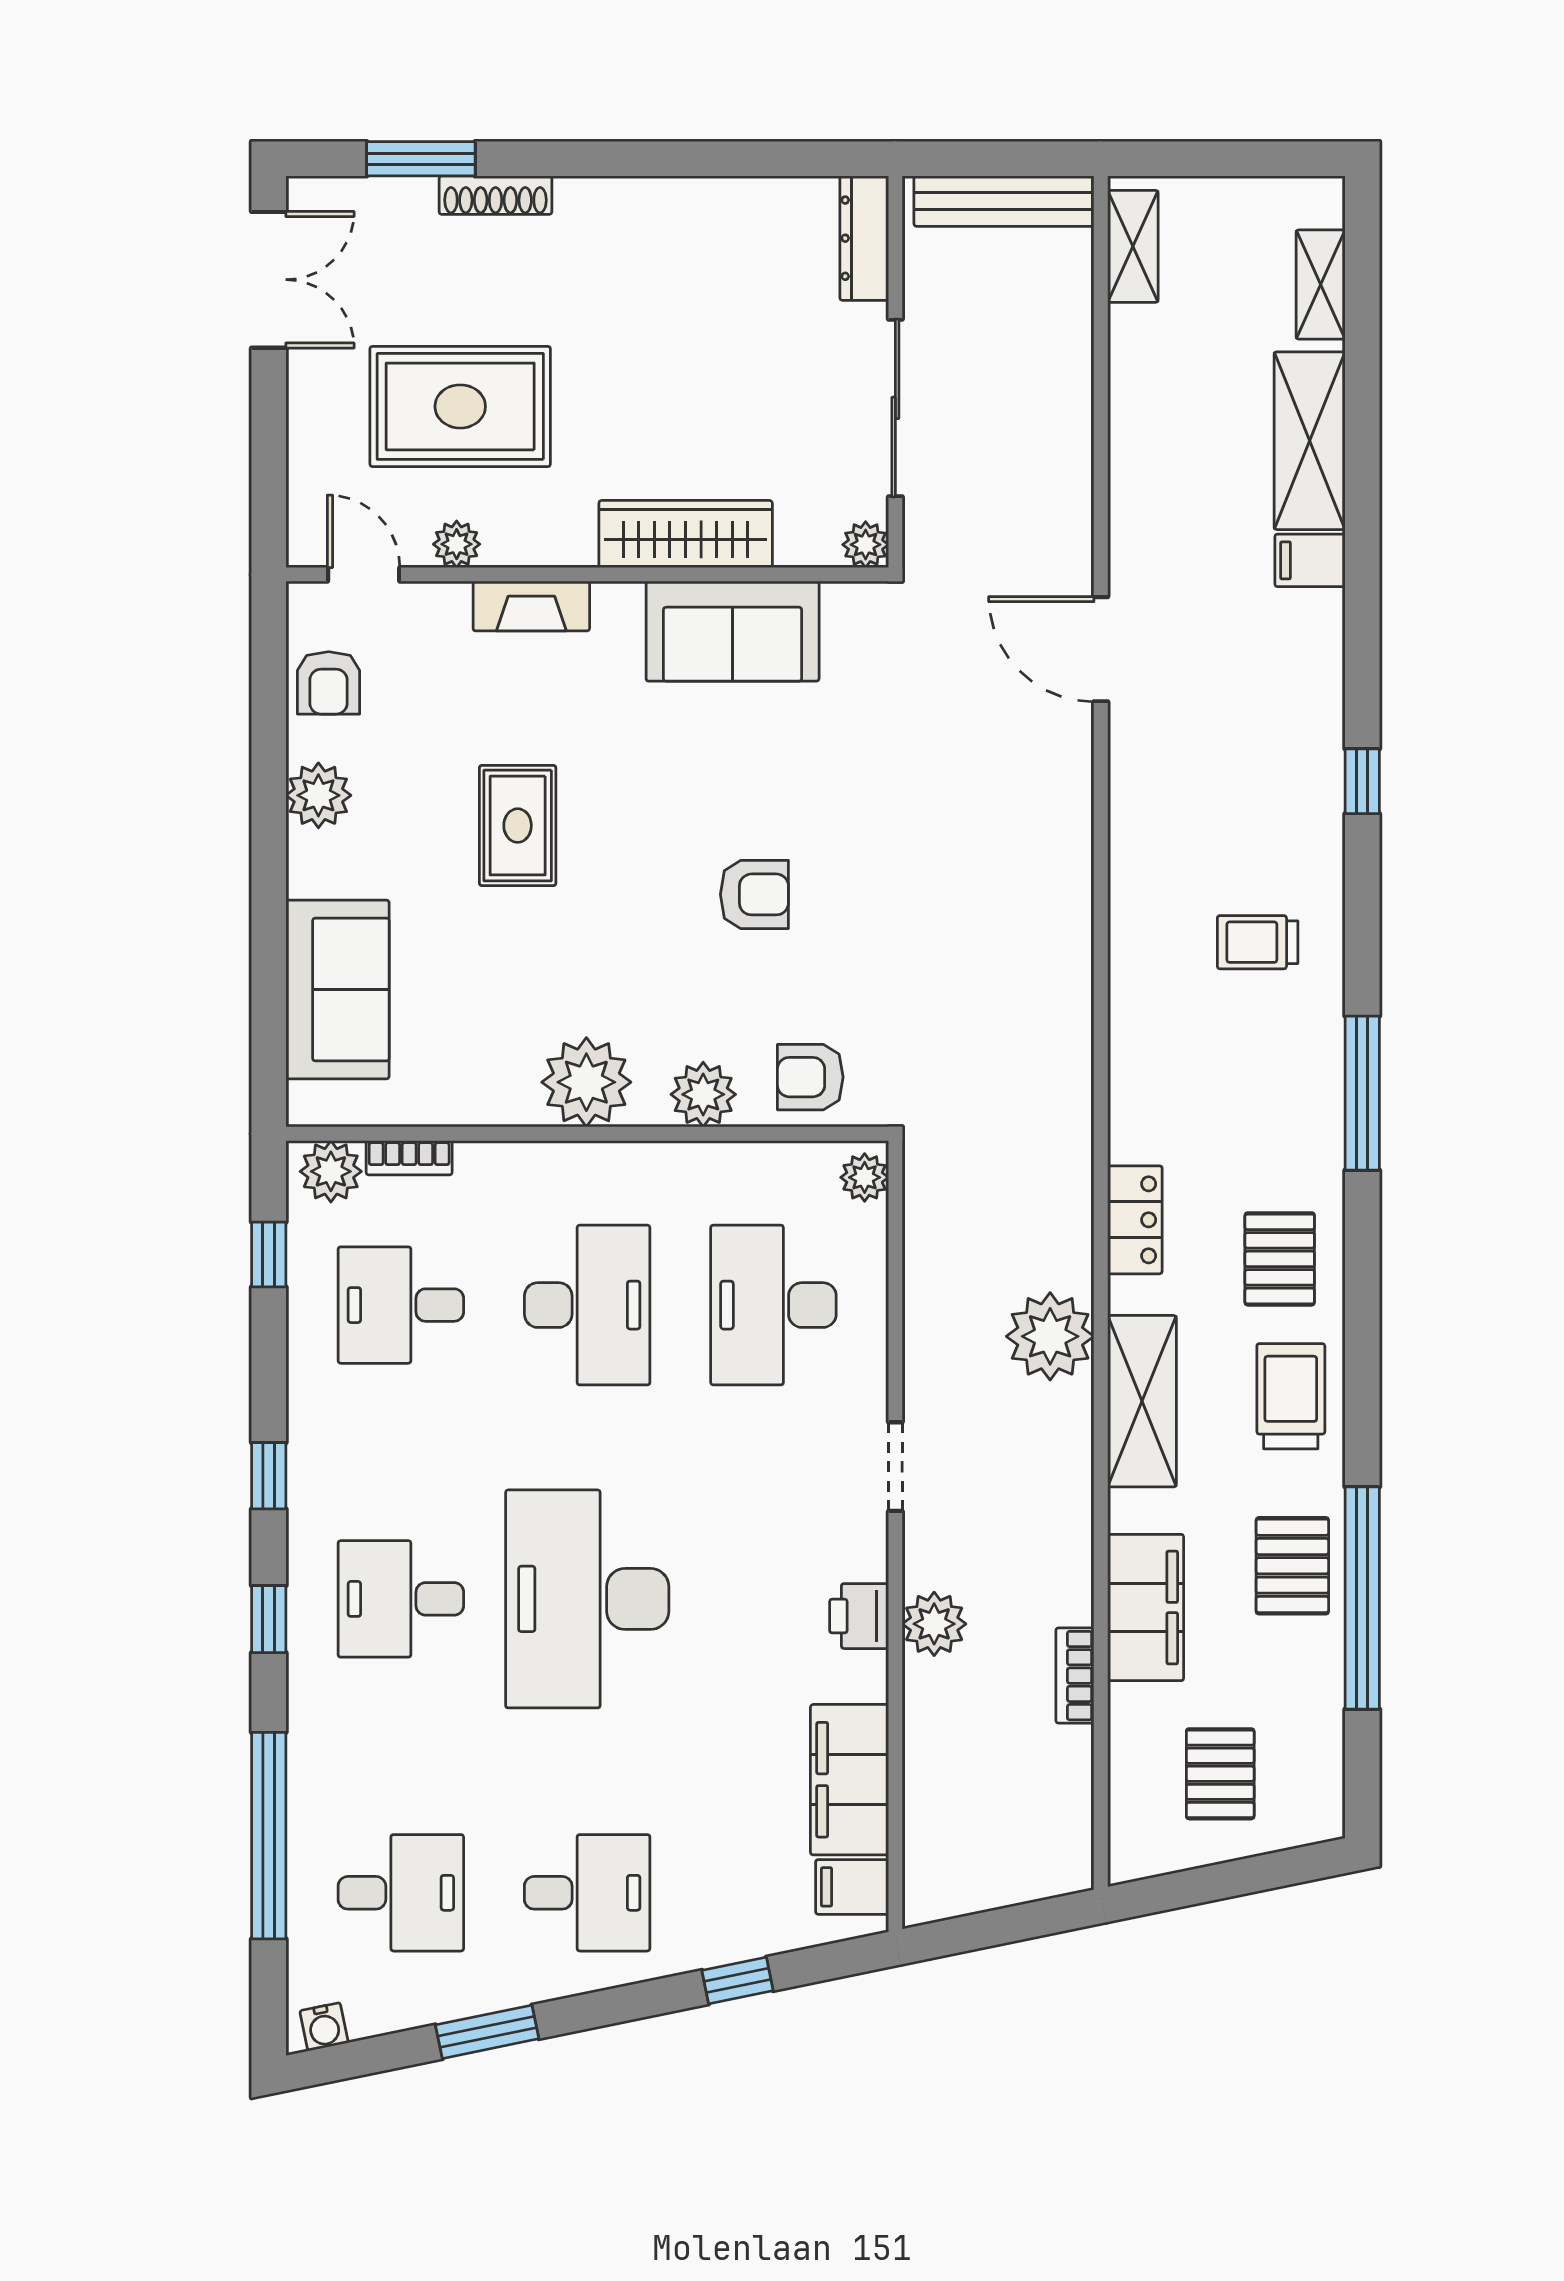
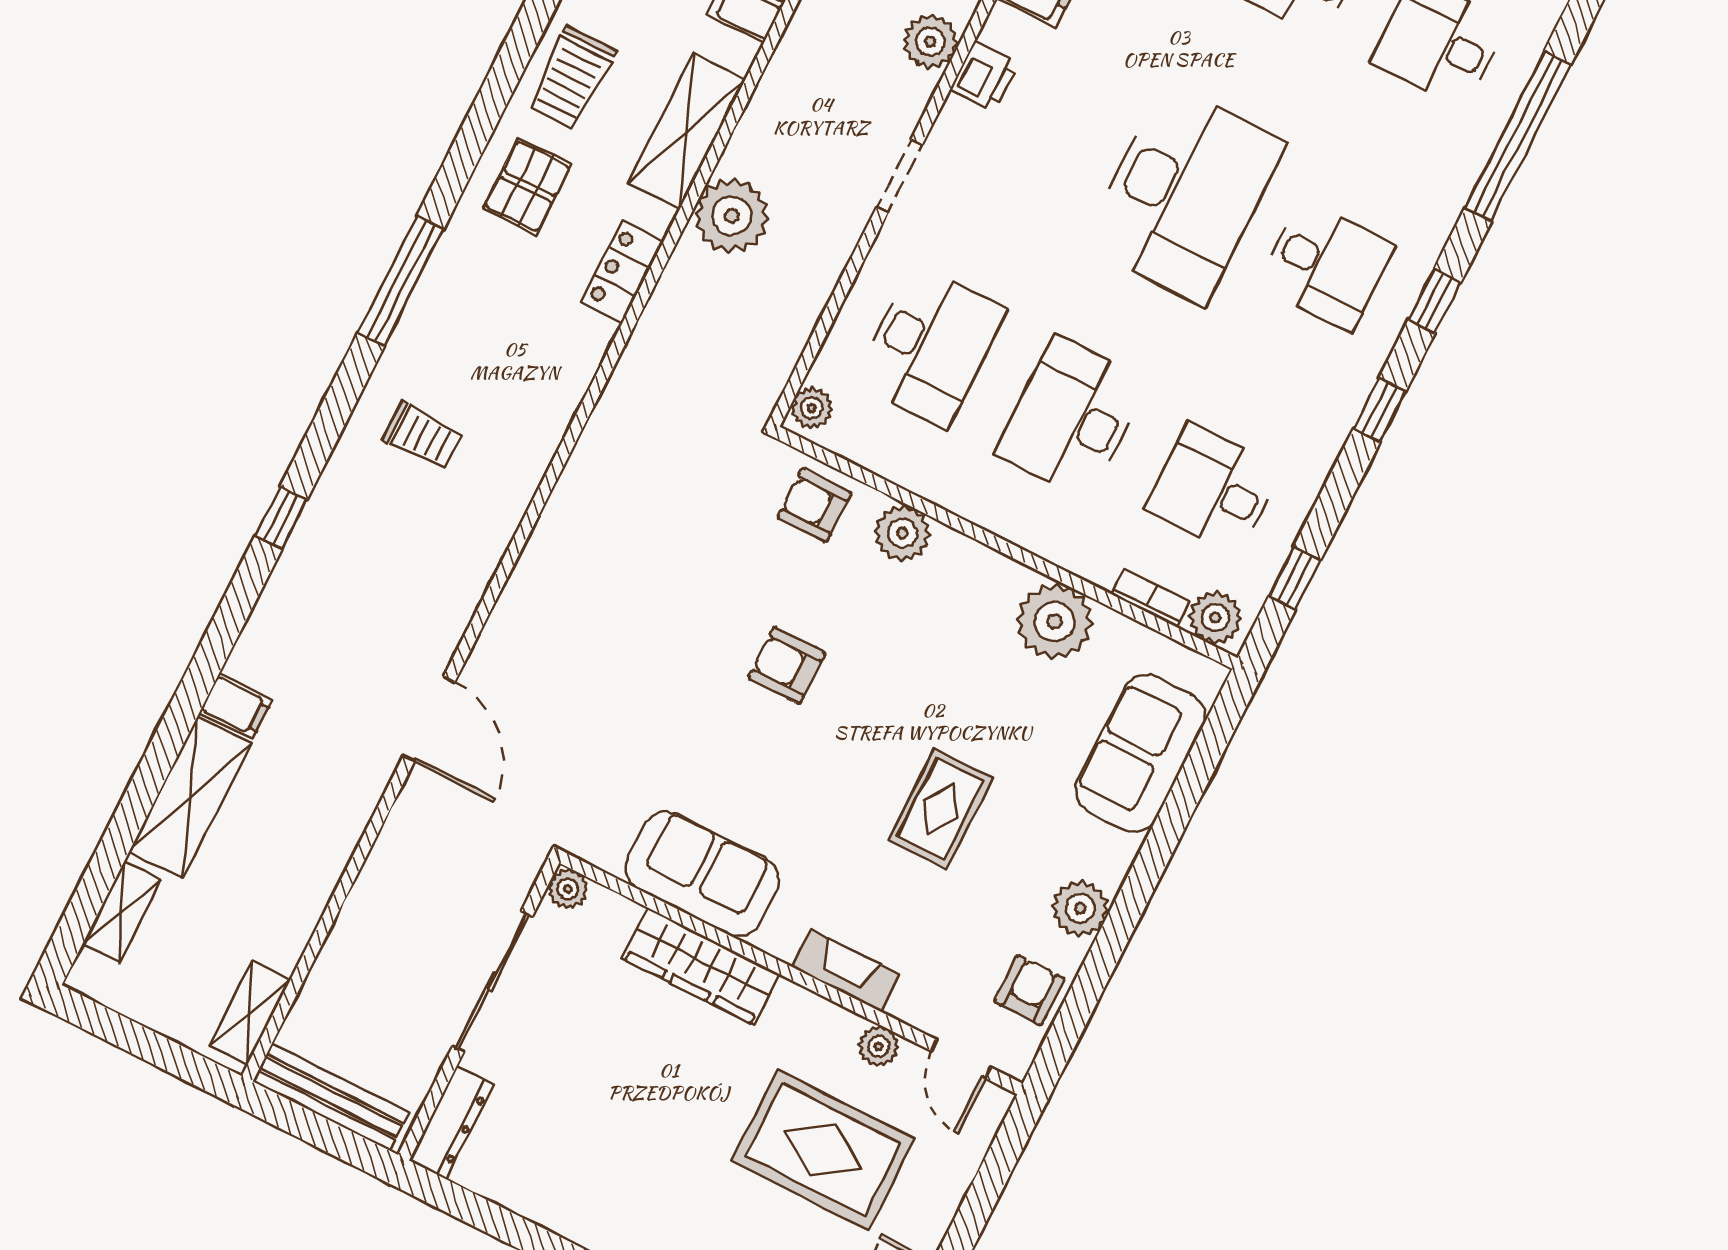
armchair: (810, 1077) -> (814, 505), turned 180
plant: (586, 1082) -> (1054, 621), moved
desk: (401, 1305) -> (1213, 489), turned 180

